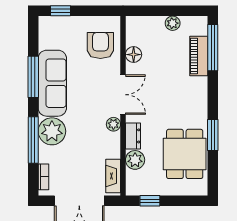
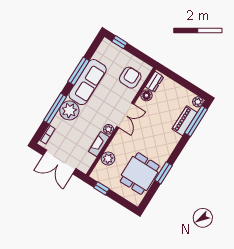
plant: (173, 23) -> (198, 102), moved
dresser: (133, 136) -> (155, 82), moved
fireplace: (113, 176) -> (99, 144), moved

